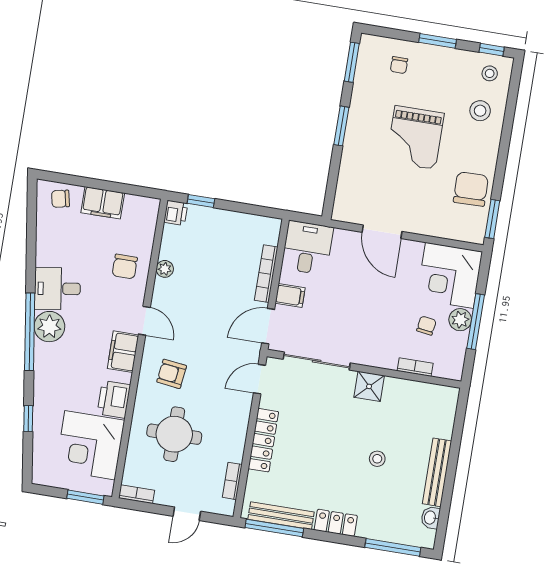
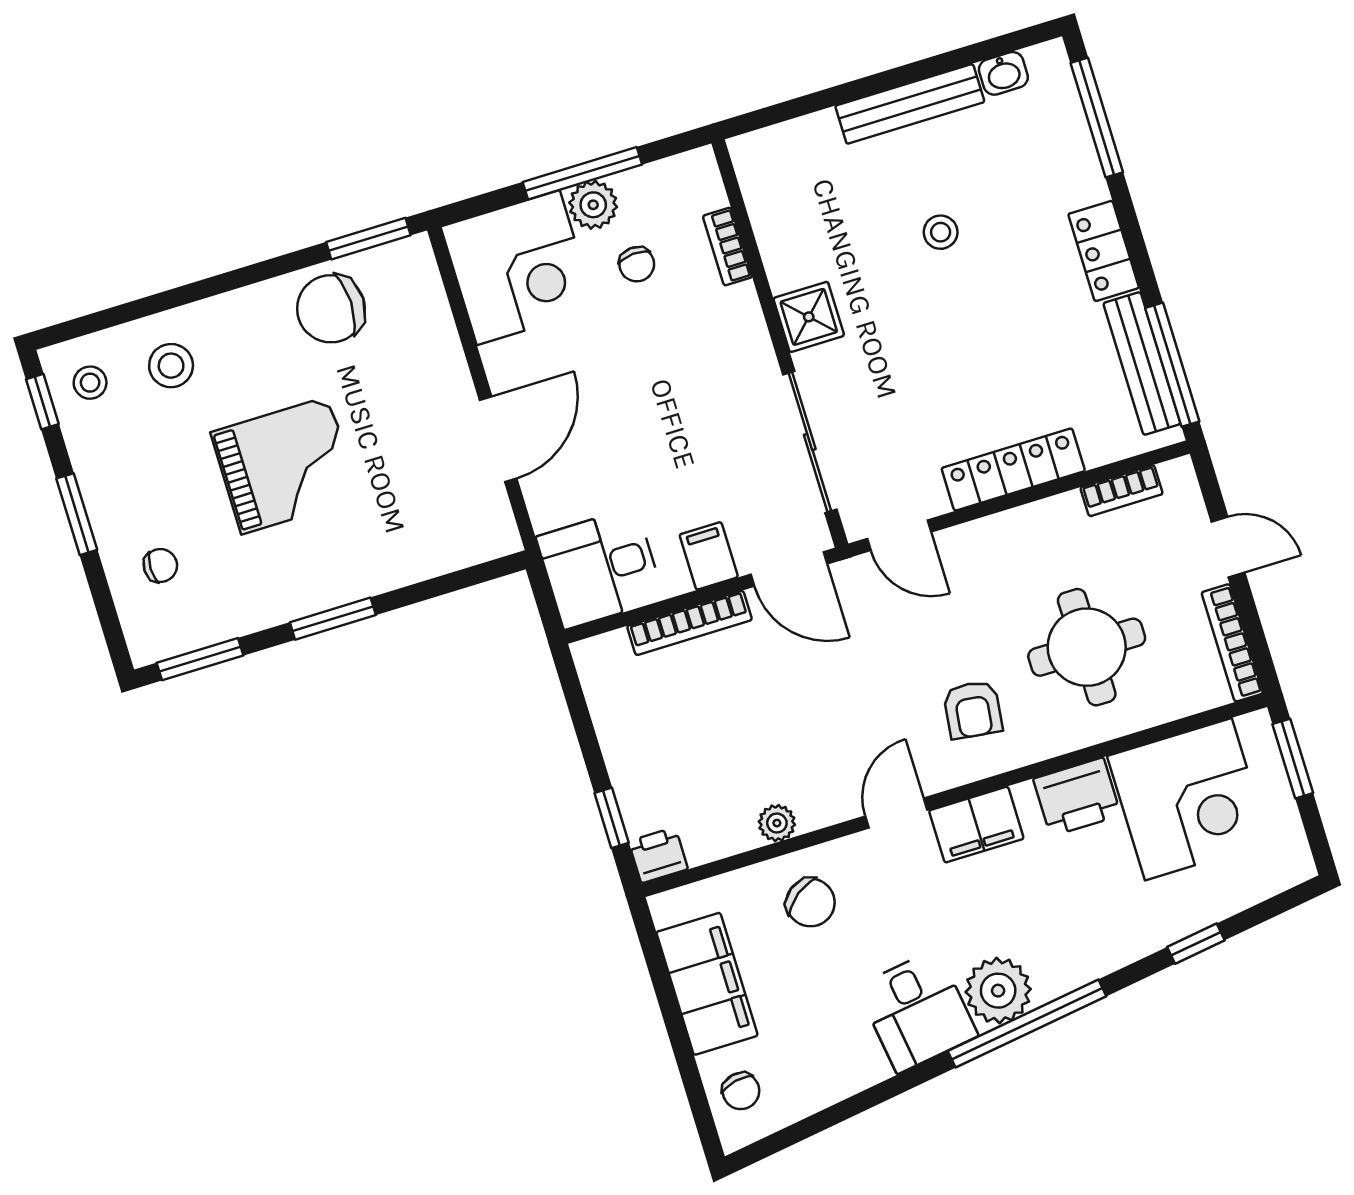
filing cabinet: (103, 203) -> (707, 984), width x1.50, depth x1.17
chair: (125, 267) -> (811, 902), turned 53
chair: (426, 326) -> (637, 264), turned -102
bookcase: (137, 494) -> (1232, 643), width x1.56

